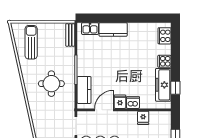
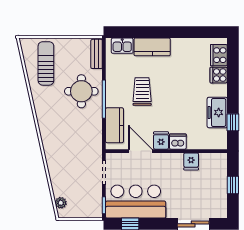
cooker: (164, 61) -> (219, 75), moved
trolley: (105, 64) -> (142, 92), added
round table: (51, 84) -> (81, 91), moved
freezer: (163, 85) -> (217, 112), width x0.71
door: (104, 110) -> (140, 151), hinge flipped

